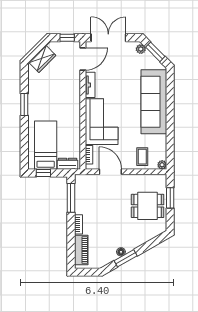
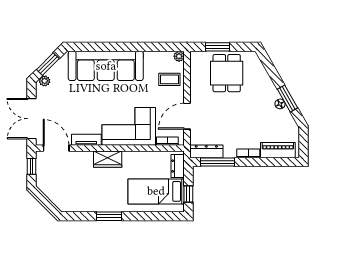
wardrobe: (42, 59) -> (108, 159), moved, turned 135
dresser: (80, 188) -> (206, 151), added

